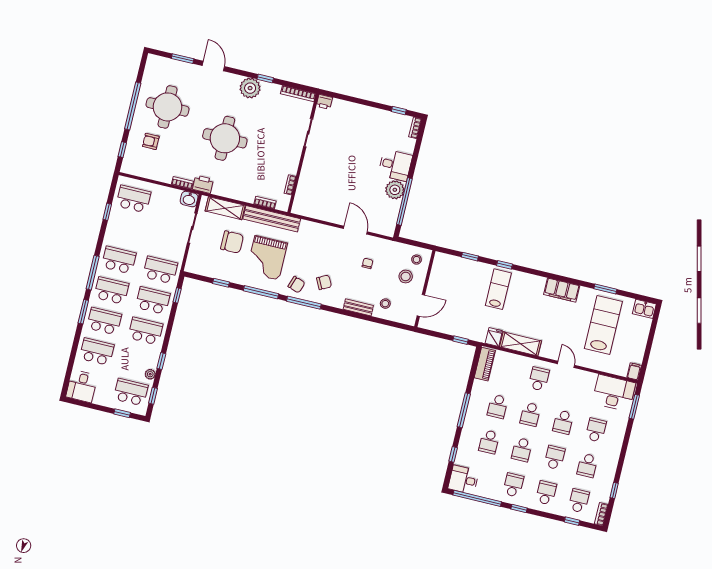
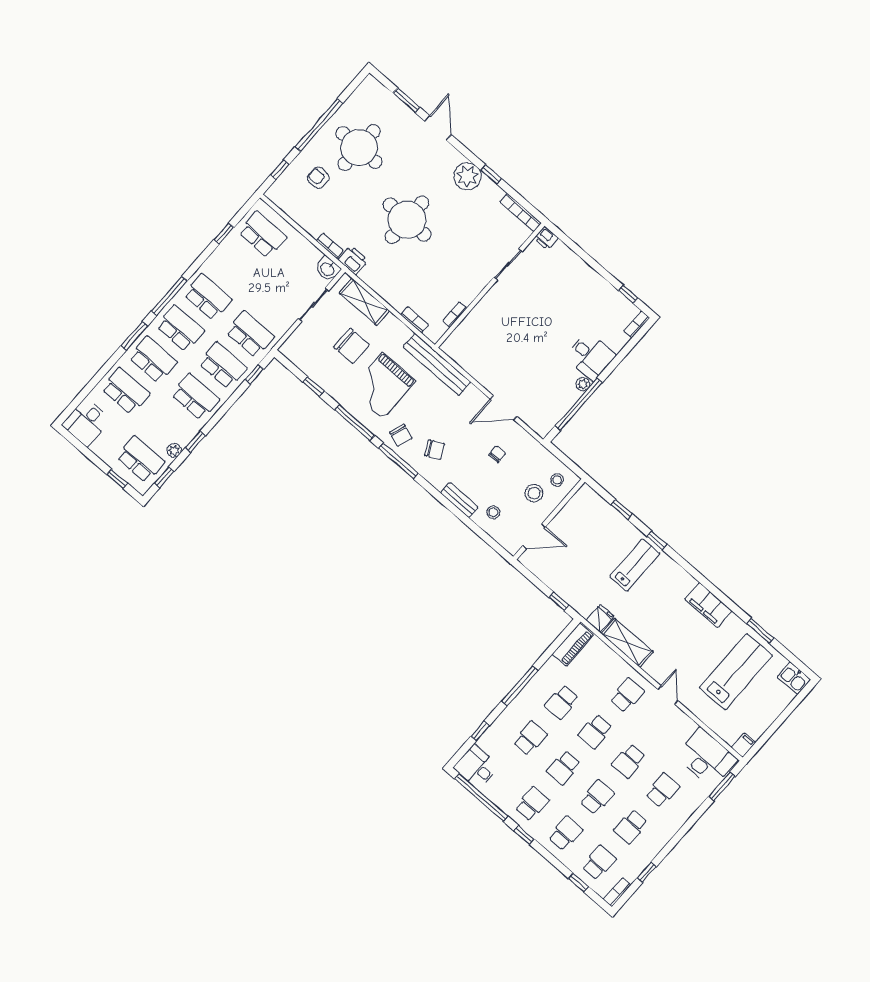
plant: (395, 190) -> (583, 384), width x0.53, depth x0.53
bench: (272, 219) -> (437, 364), moved
door: (355, 230) -> (504, 408), swing flipped
school desk: (489, 442) -> (530, 738), turned 180

